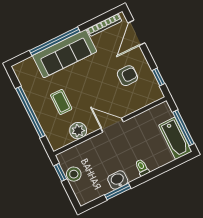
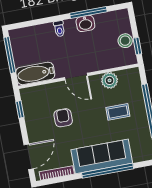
armchair: (127, 76) -> (63, 118), moved, turned 90
coffee table: (61, 102) -> (118, 112), turned 90
bathtub: (175, 138) -> (35, 73), moved, turned -90
window: (118, 192) -> (88, 13), width x1.44

